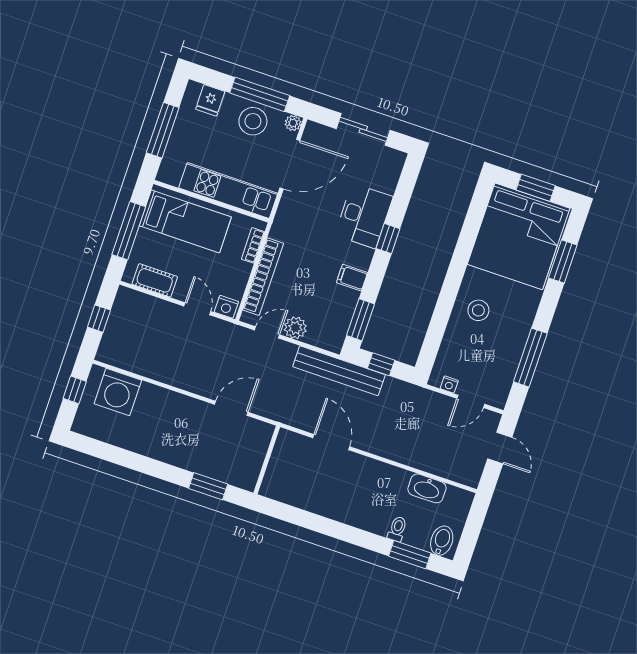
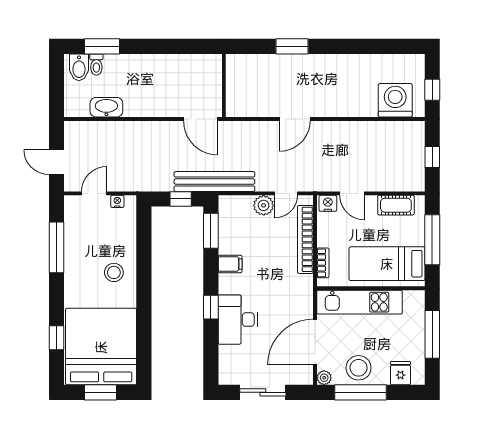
window: (563, 262) -> (56, 338), width x0.67
wall: (267, 460) -> (224, 85), moved
toilet: (397, 529) -> (96, 65), moved

